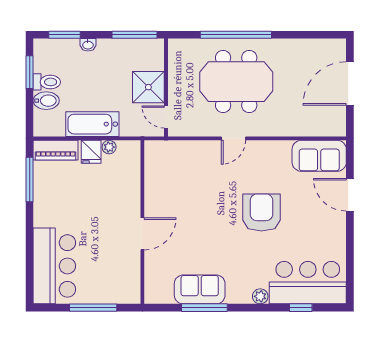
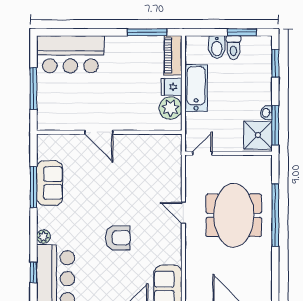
washbasin: (88, 45) -> (266, 113), moved
shower: (148, 87) -> (258, 135), moved
plant: (109, 147) -> (170, 108), width x1.88, depth x1.88
armchair: (261, 213) -> (118, 238), width x0.73, depth x0.73

